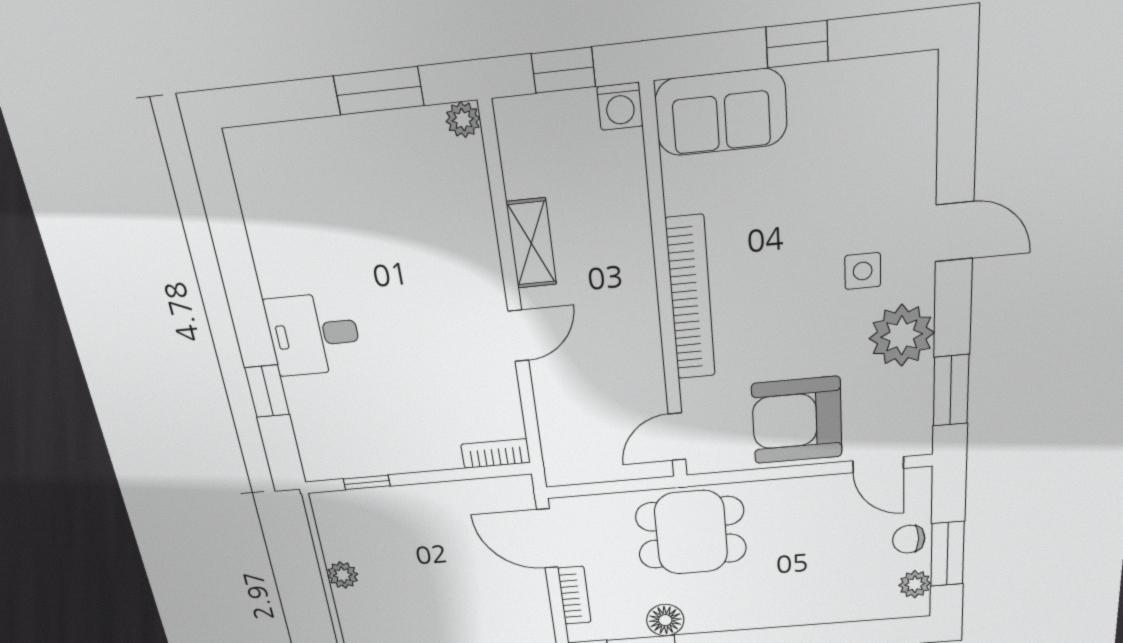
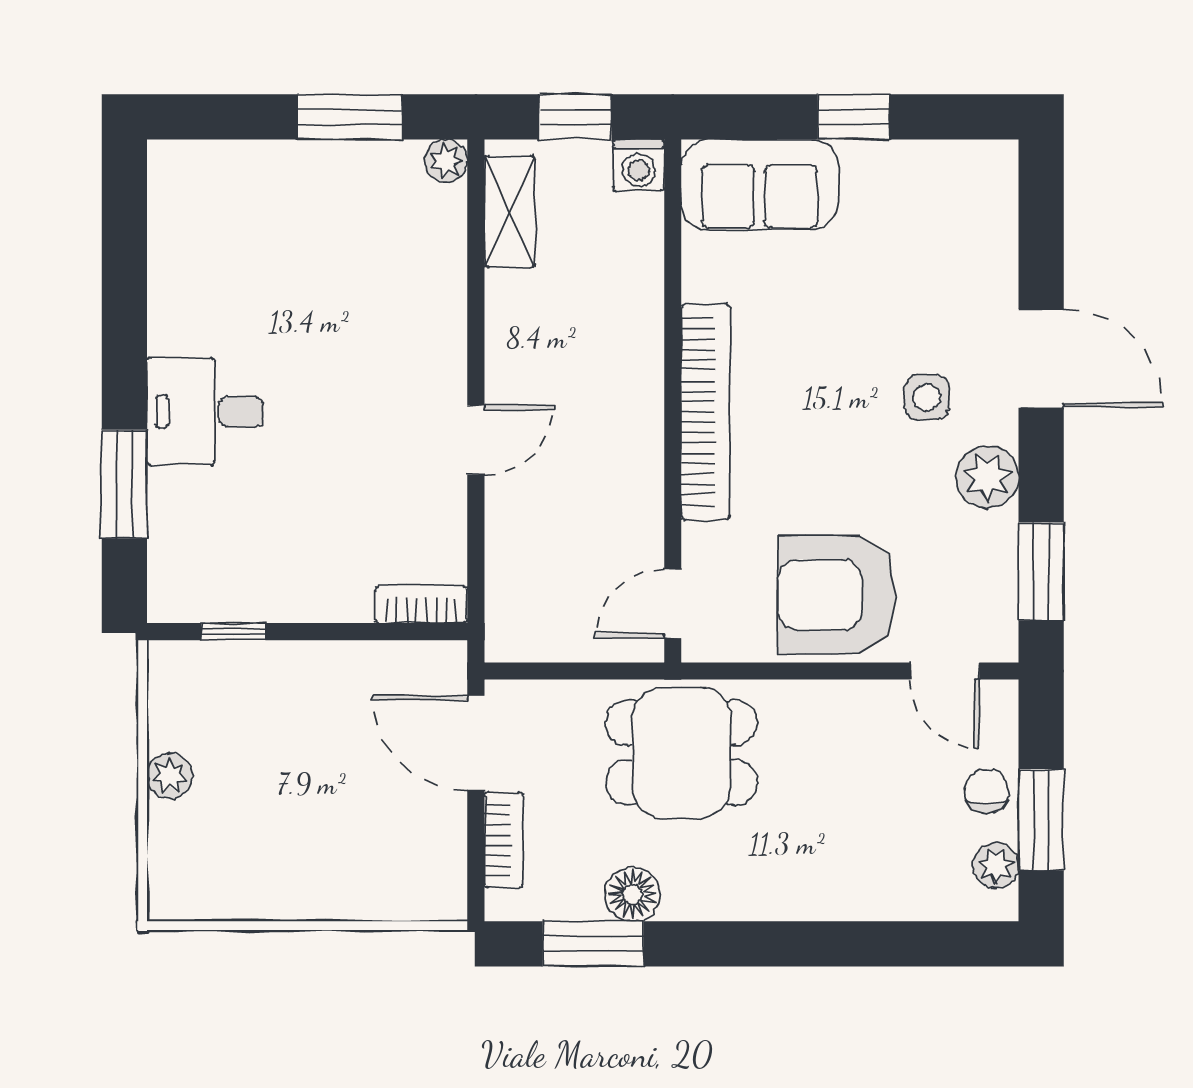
door: (954, 232) -> (1041, 358), width x1.38
shelving: (531, 243) -> (509, 212), moved
plant: (902, 335) -> (988, 477), width x0.73, depth x0.73
window: (267, 391) -> (124, 484), width x1.50
chair: (909, 539) -> (987, 791), turned 90

